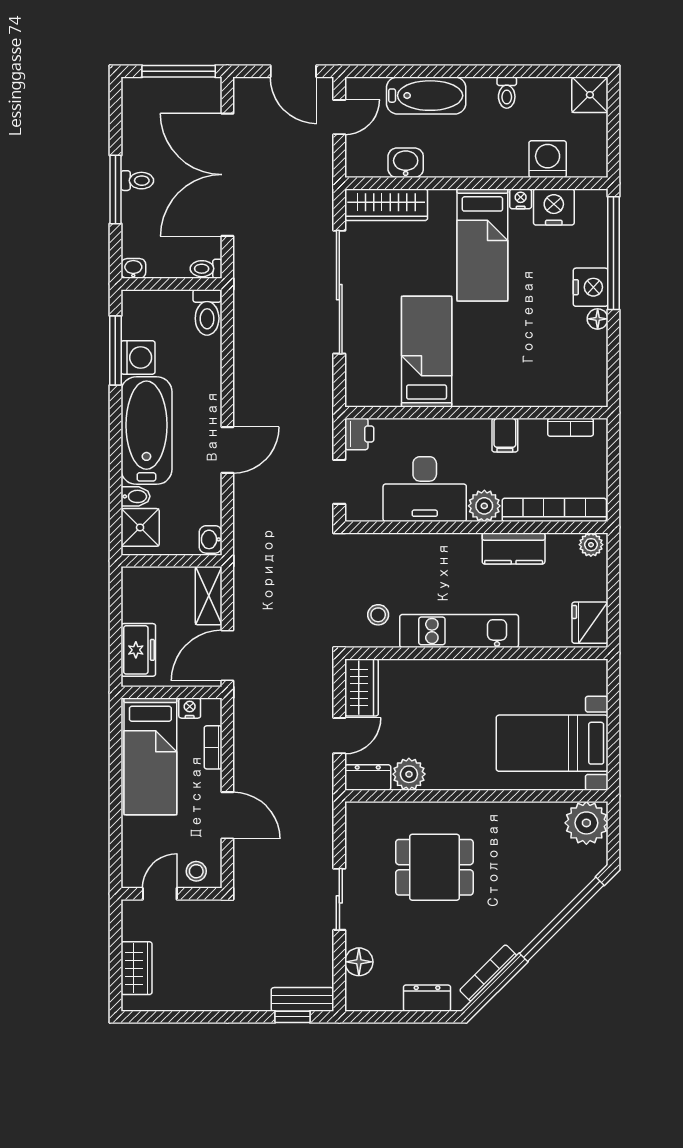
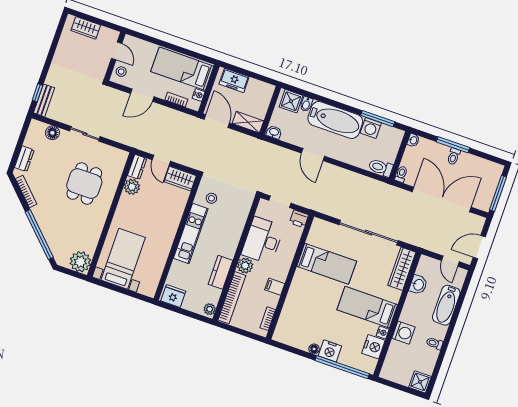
washing machine: (548, 159) -> (403, 333), moved

